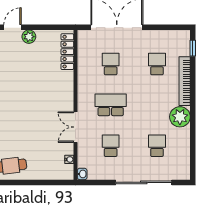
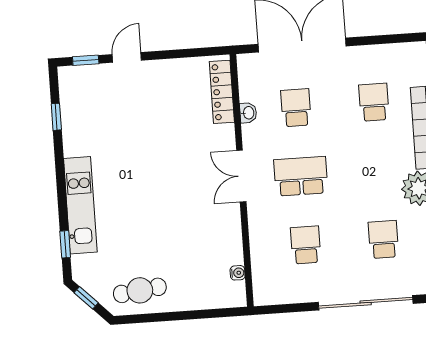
plant: (29, 37) -> (155, 71), removed
double door: (75, 127) -> (241, 176), moved
washbasin: (82, 174) -> (248, 113), moved

